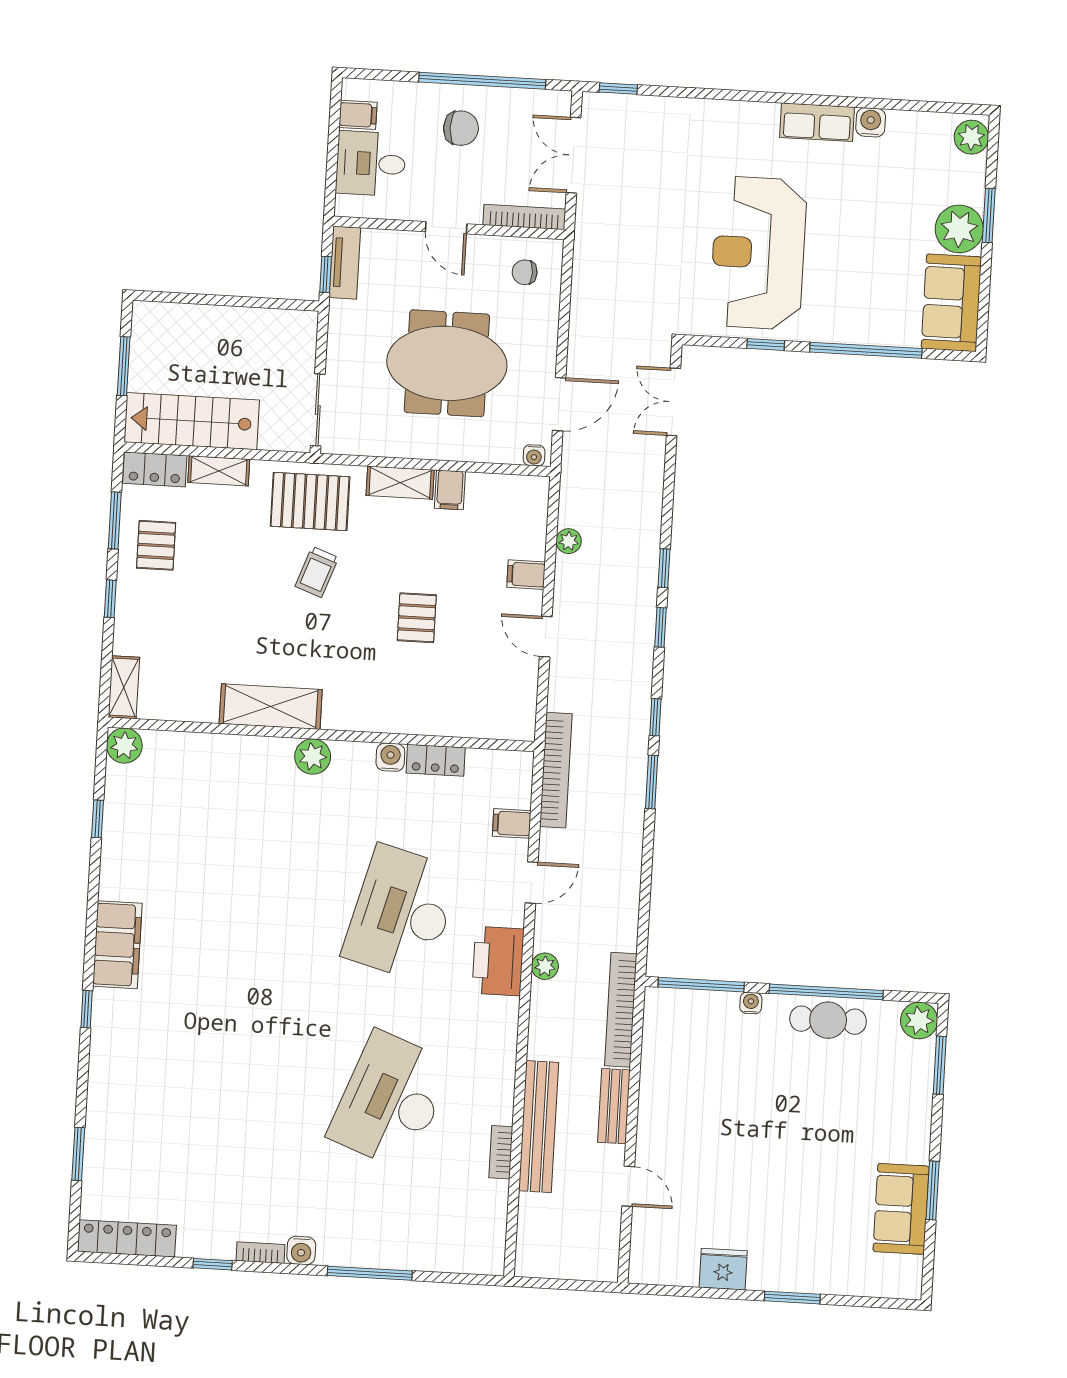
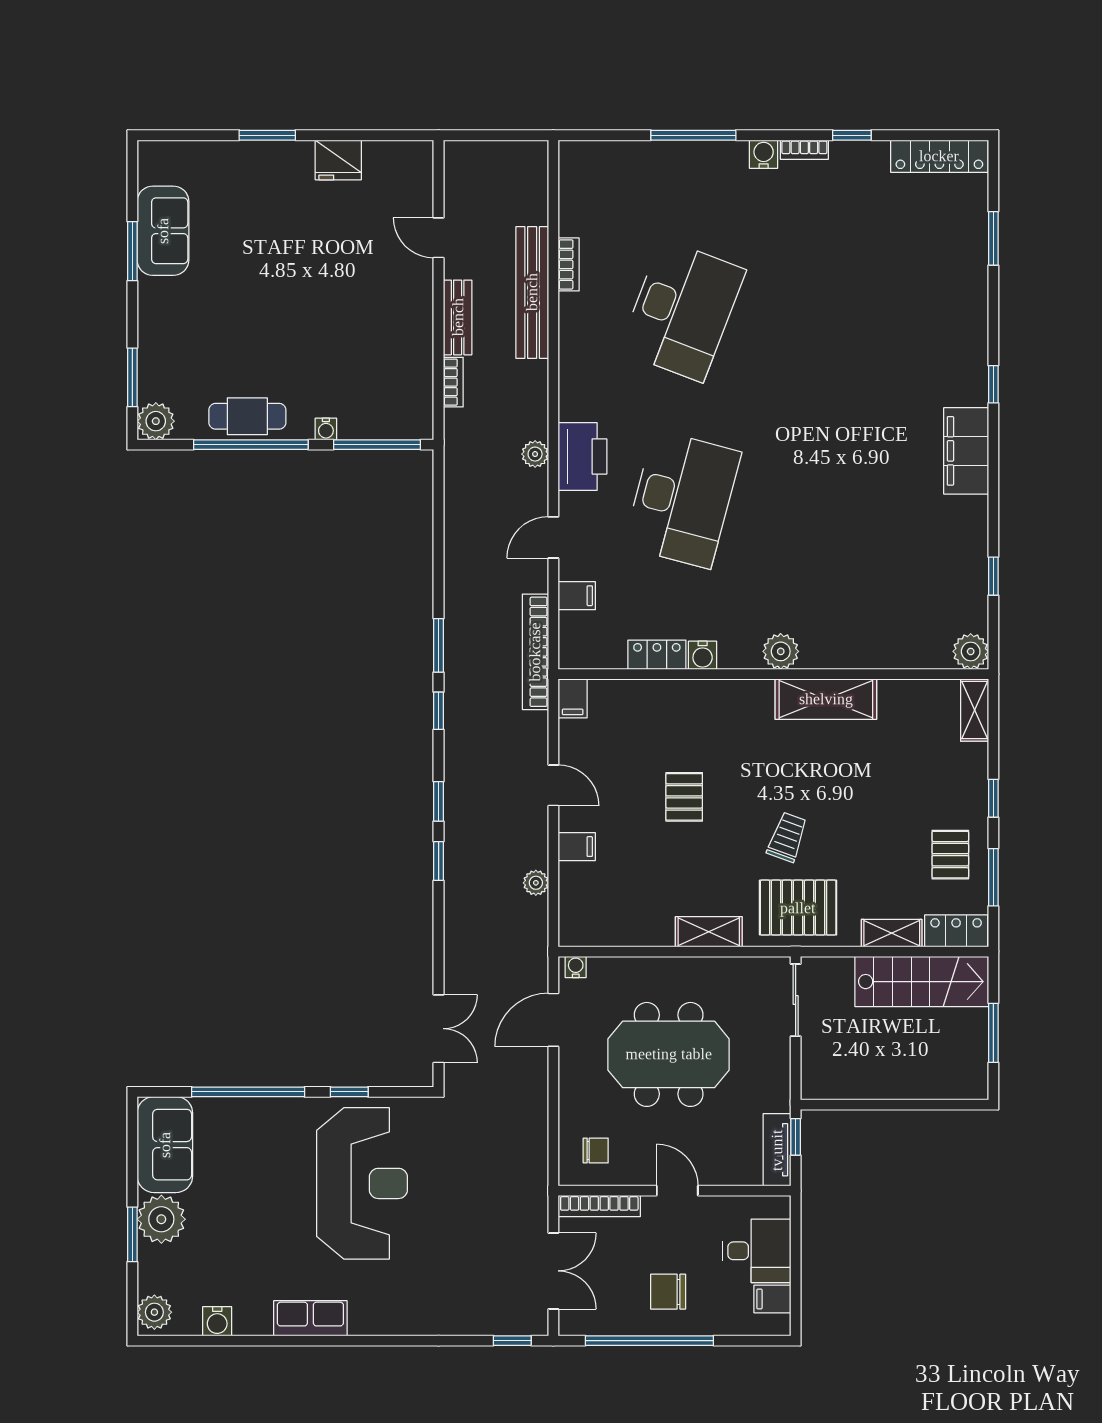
water cooler: (871, 122) -> (217, 1321), moved
filing cabinet: (450, 490) -> (573, 698), moved, turned 180
bookcase: (621, 1010) -> (453, 382), width x0.43, depth x0.76

